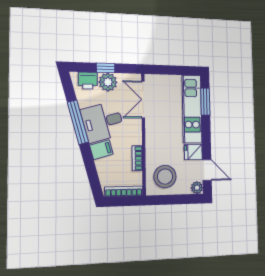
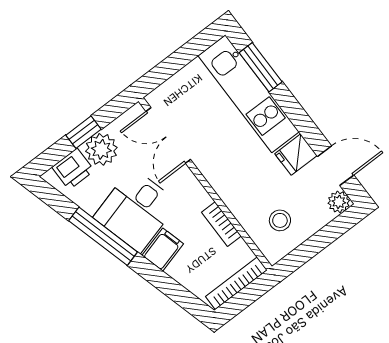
stool: (165, 177) -> (280, 220), width x0.53, depth x0.53

